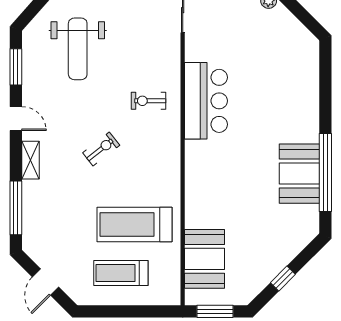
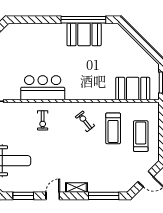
exercise bike: (101, 149) -> (85, 121), moved
treadmill: (134, 225) -> (113, 128), width x0.73, depth x0.73
treadmill: (121, 273) -> (141, 136), turned 180
window: (283, 278) -> (144, 44), removed

